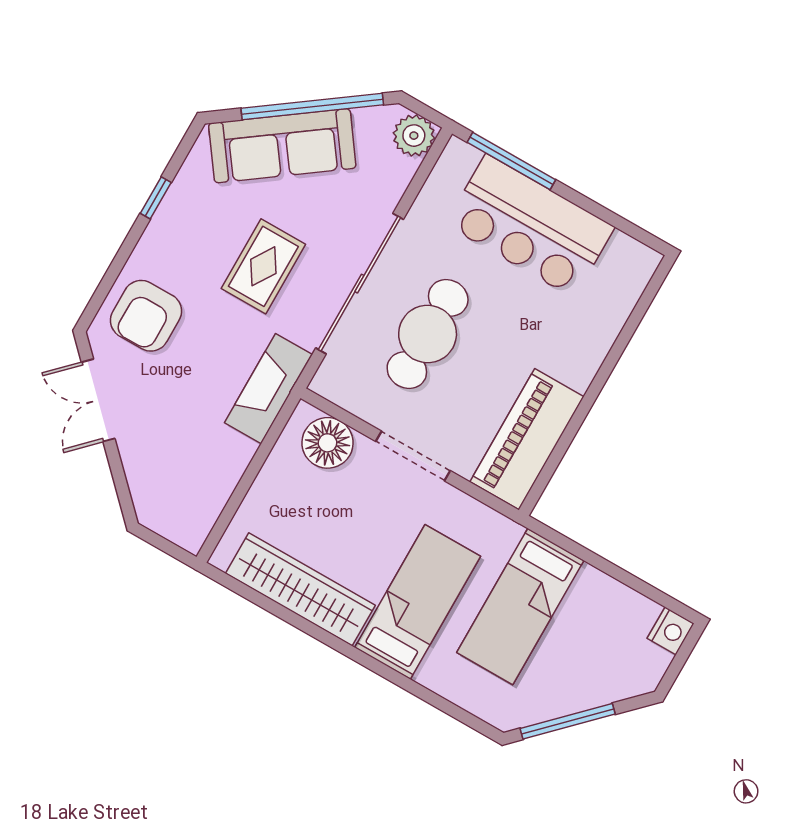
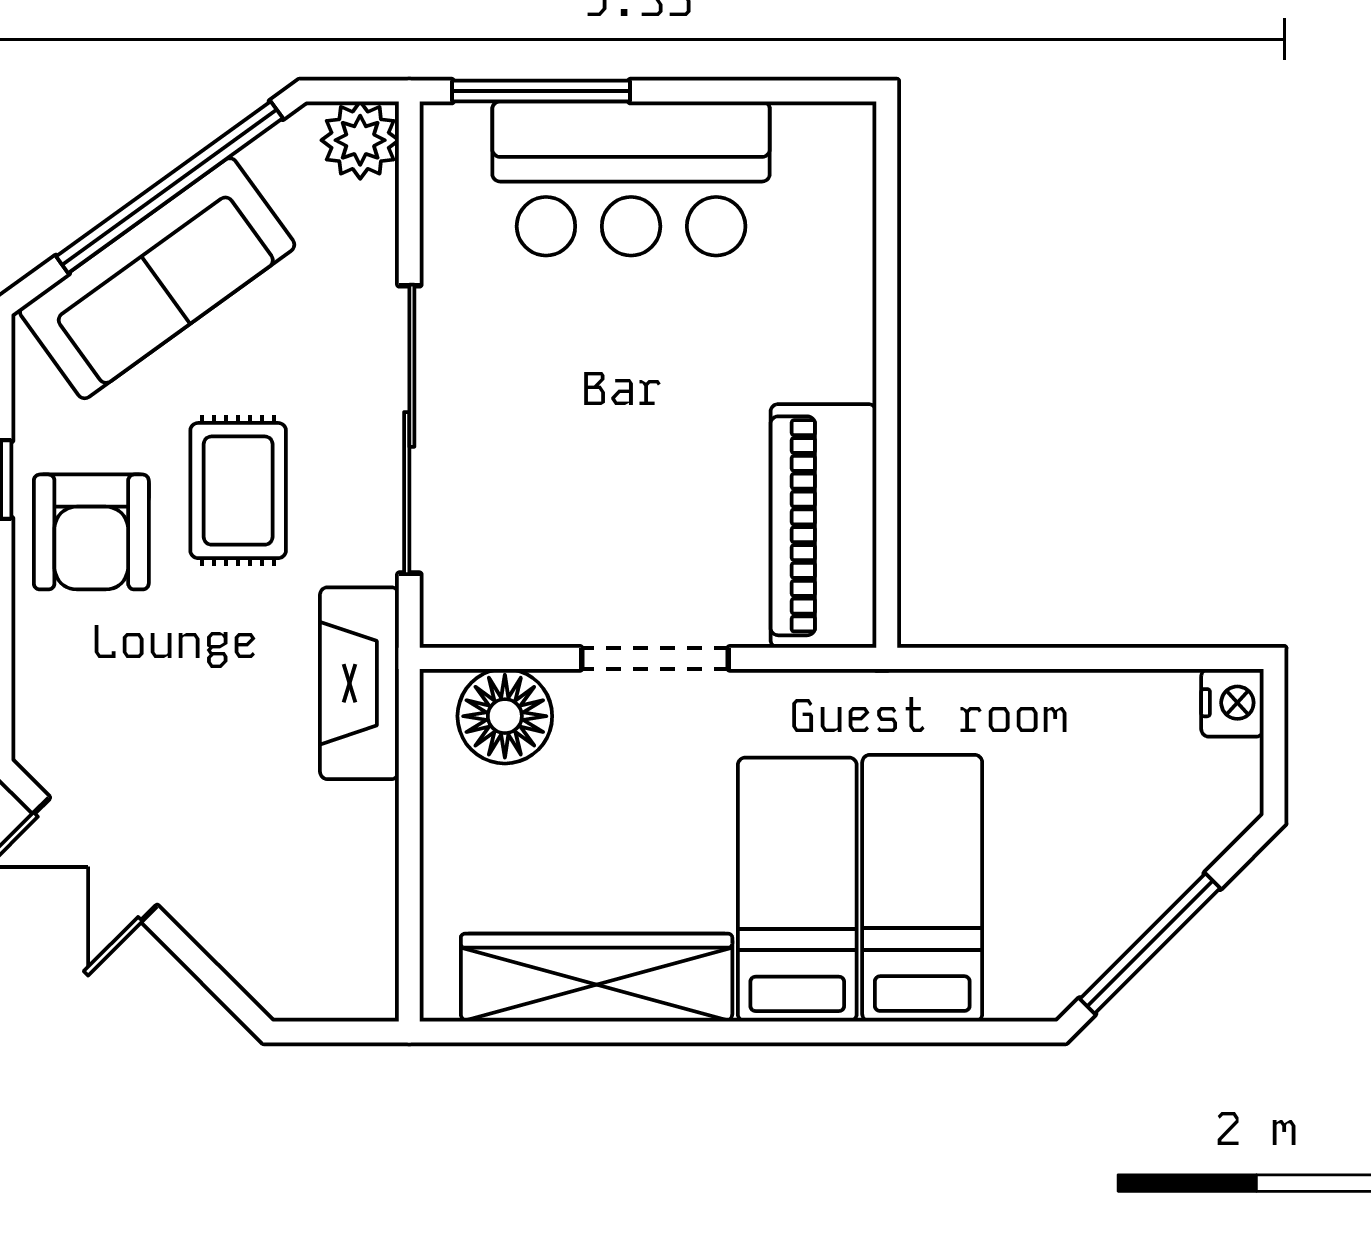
armchair: (146, 316) -> (91, 532), moved
cafe table: (428, 334) -> (566, 448), removed
bed: (520, 607) -> (922, 888), moved, turned 180

